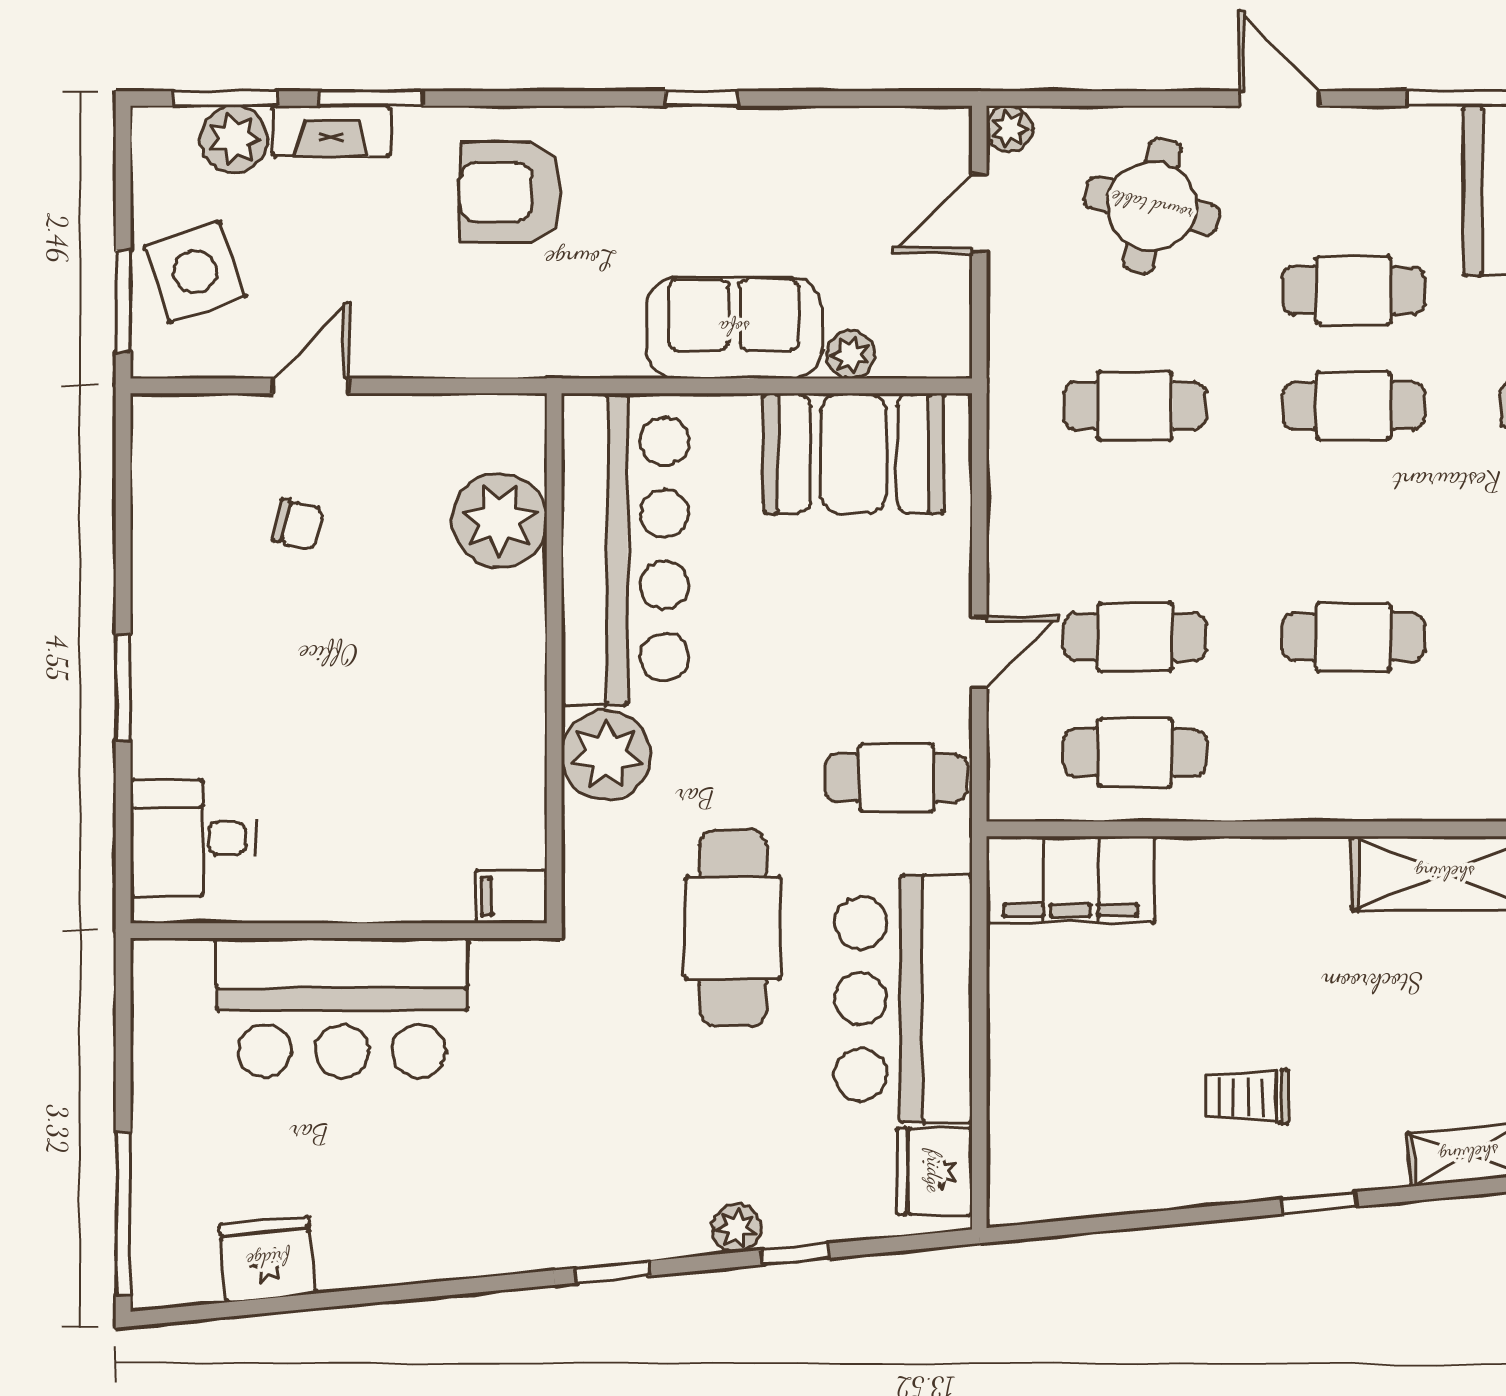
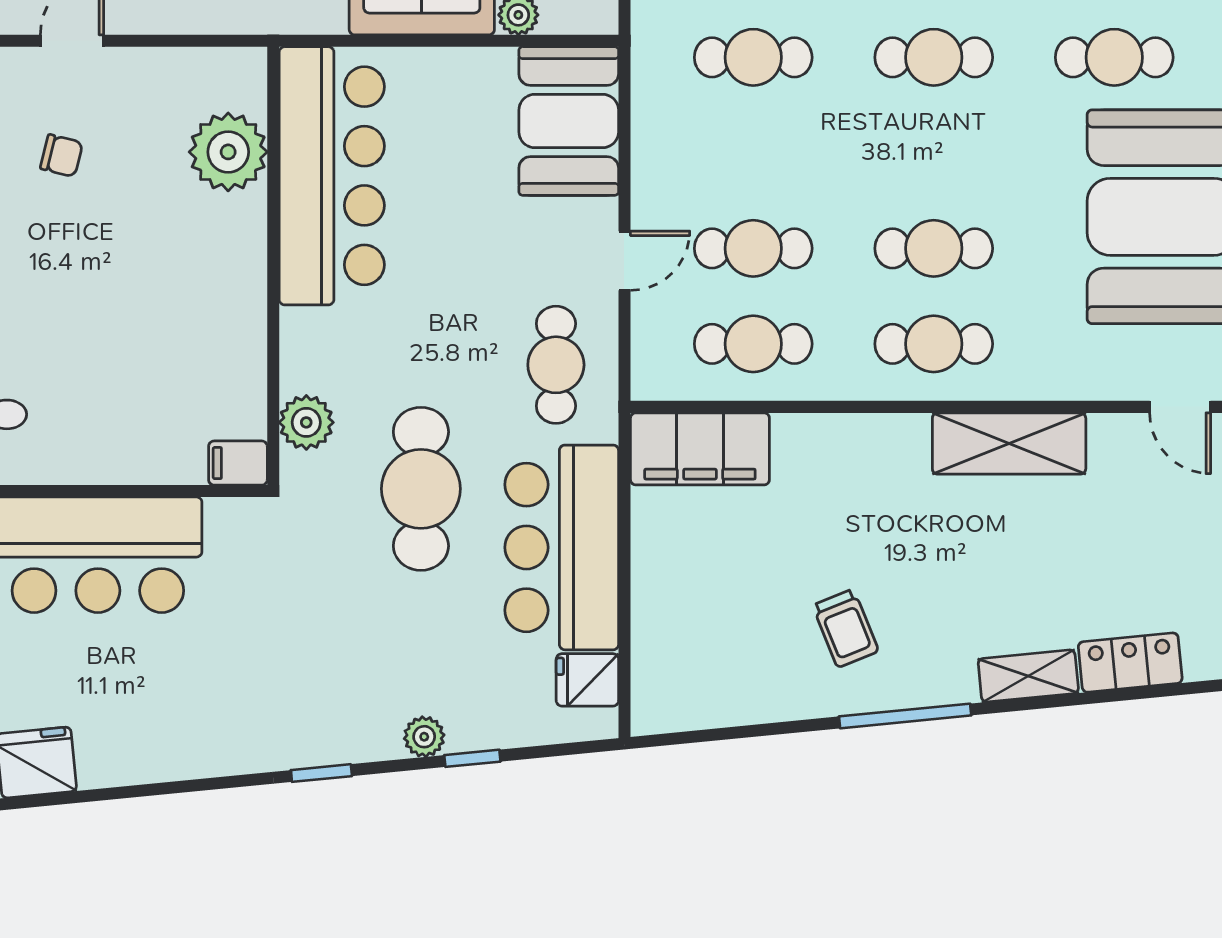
booth: (854, 453) -> (569, 121), moved, turned 90
cafe table: (1353, 753) -> (934, 344), added
plant: (606, 755) -> (306, 422), moved, width x0.73, depth x0.73
cafe table: (896, 778) -> (556, 365), turned 90
trolley: (1247, 1097) -> (846, 628), turned -112
fridge: (934, 1171) -> (587, 680), width x0.72
window: (1319, 1203) -> (905, 716), width x2.17

